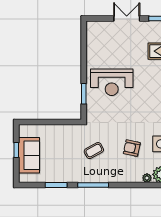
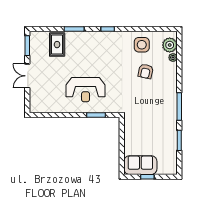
reception desk: (112, 82) -> (86, 90), turned 90
coffee table: (94, 151) -> (148, 106), removed
sofa: (29, 155) -> (140, 165), moved

